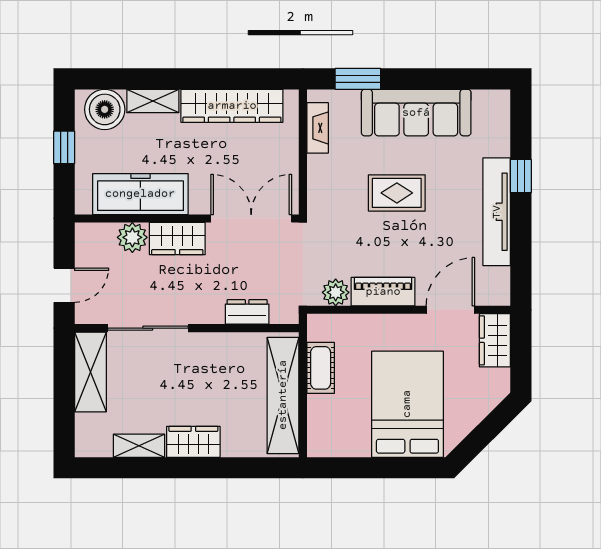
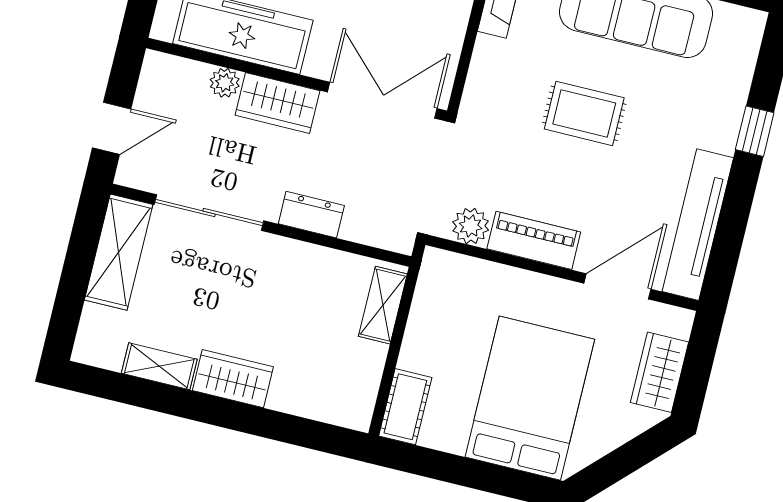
tv unit: (497, 212) -> (698, 225), moved
plant: (132, 237) -> (225, 83), width x0.73, depth x0.73
dresser: (247, 312) -> (311, 215), moved
wardrobe: (495, 340) -> (659, 372), moved
cot: (321, 368) -> (405, 407), moved
shelving: (283, 395) -> (383, 305), width x0.45, depth x0.75

